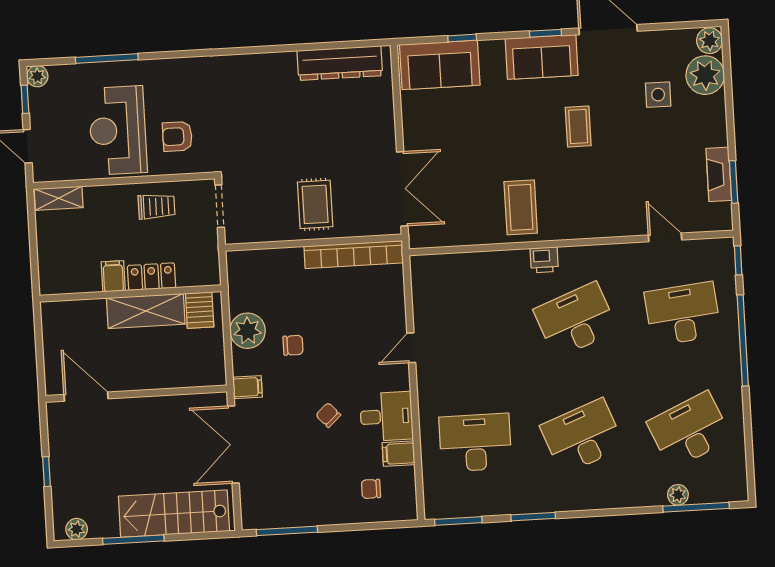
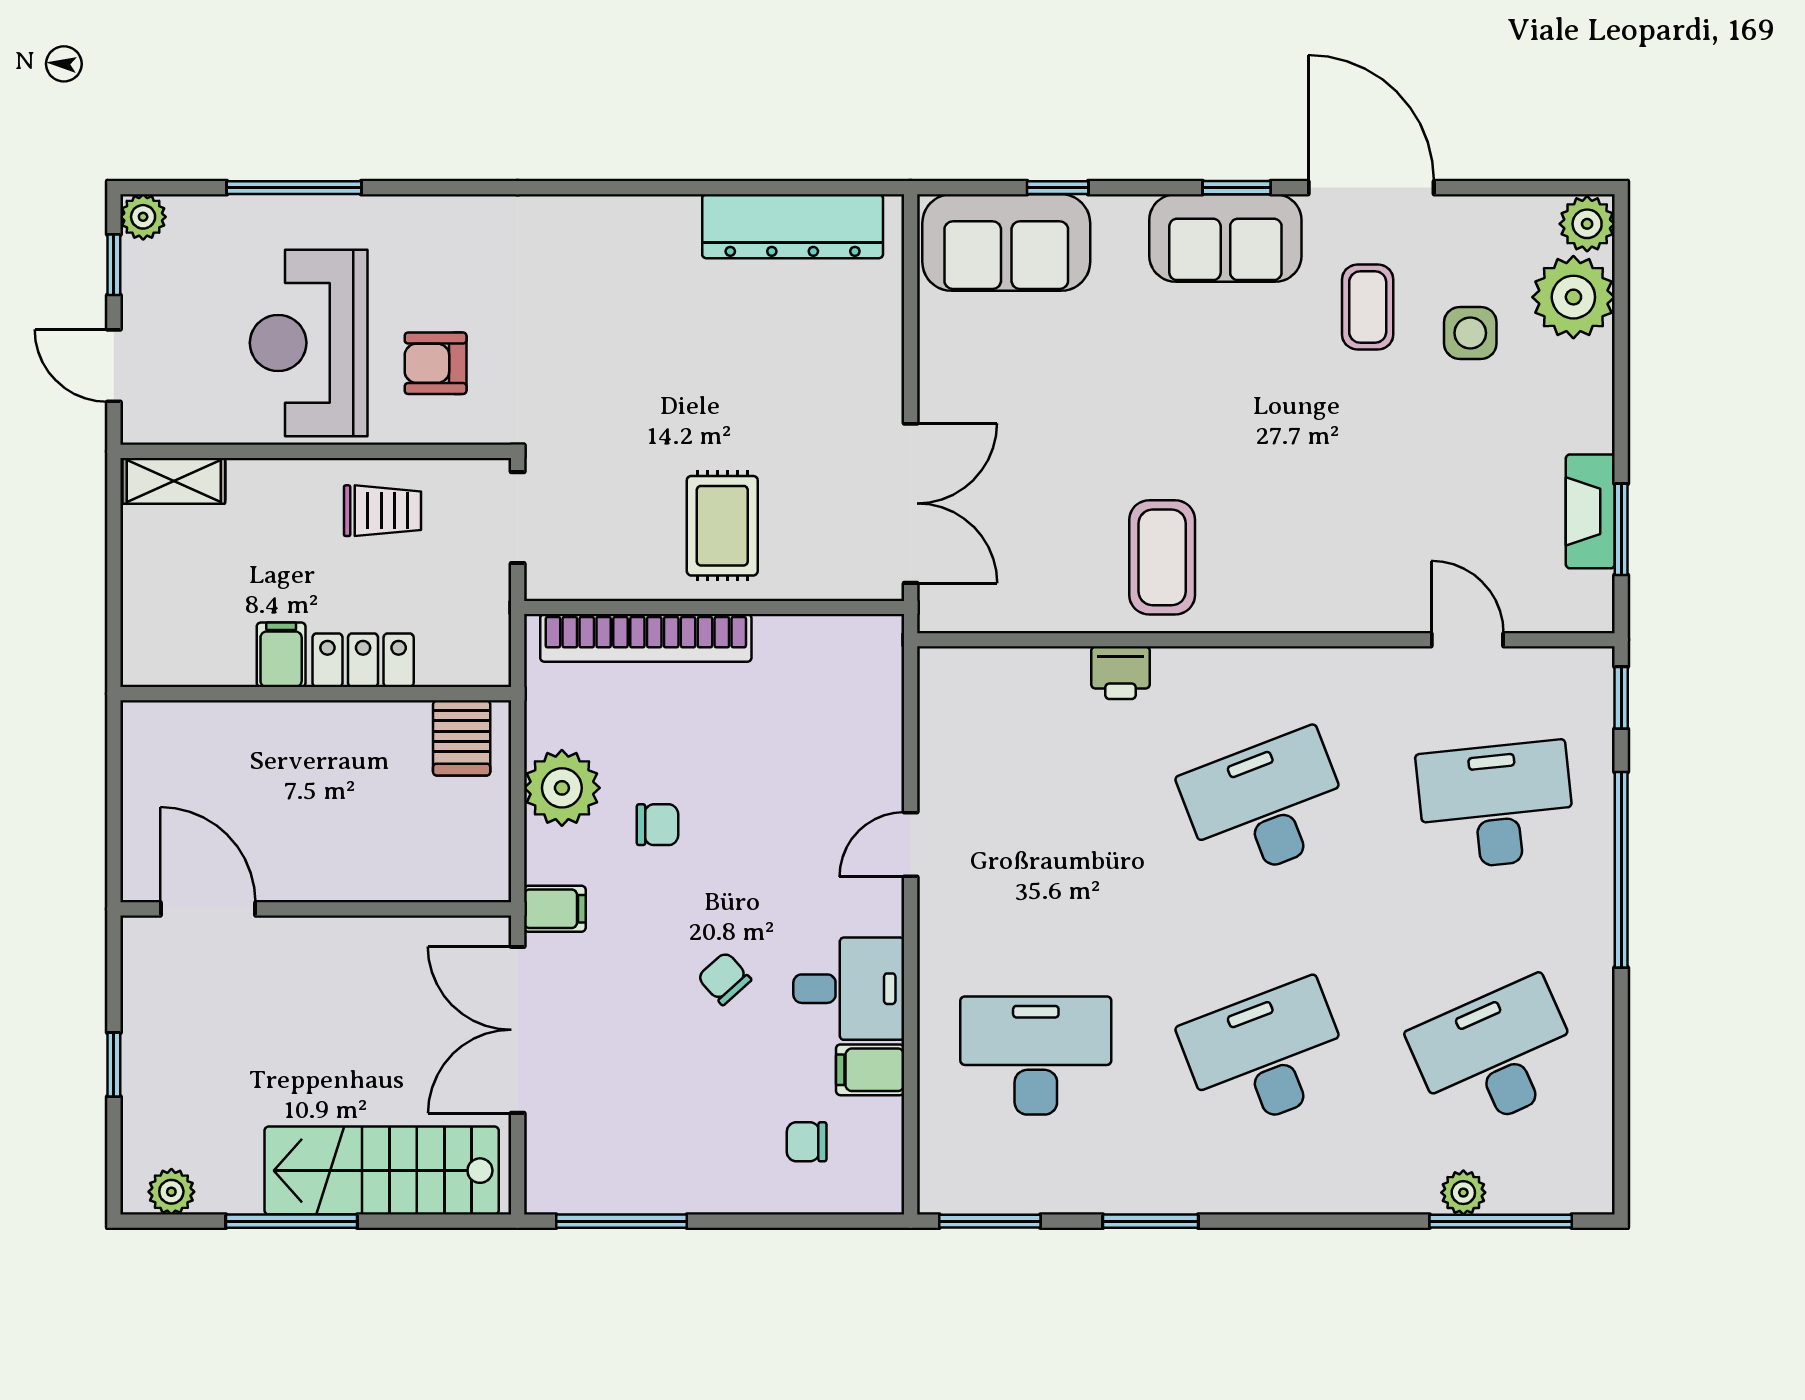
coffee table: (578, 126) -> (1368, 307), moved
bookcase: (354, 255) -> (646, 638), moved
printer: (544, 260) -> (1121, 673), moved
shelving: (146, 311) -> (346, 733), removed

